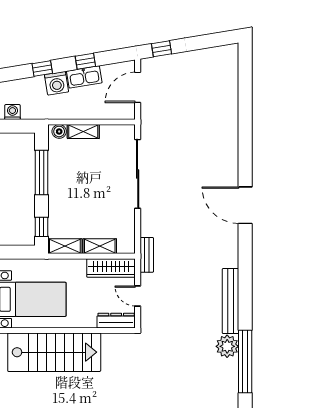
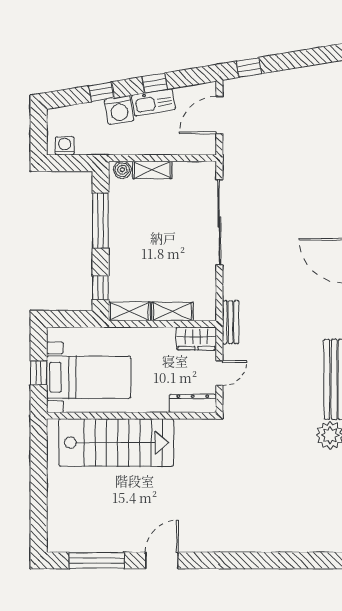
wardrobe: (111, 268) -> (196, 338), width x0.67
door: (138, 296) -> (219, 373), swing flipped

